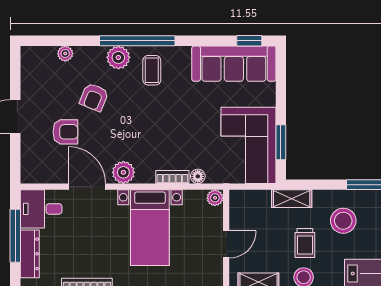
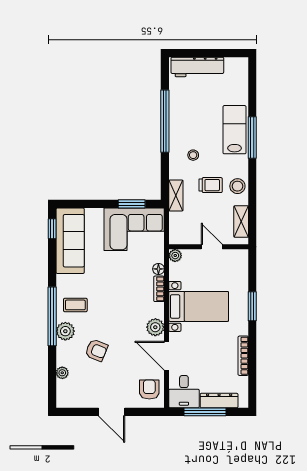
armchair: (65, 132) -> (149, 389), moved
door: (87, 187) -> (167, 356), hinge flipped
stool: (343, 221) -> (193, 155), width x0.53, depth x0.53

